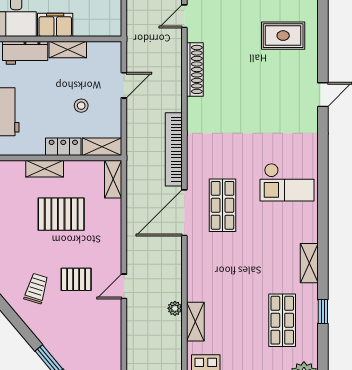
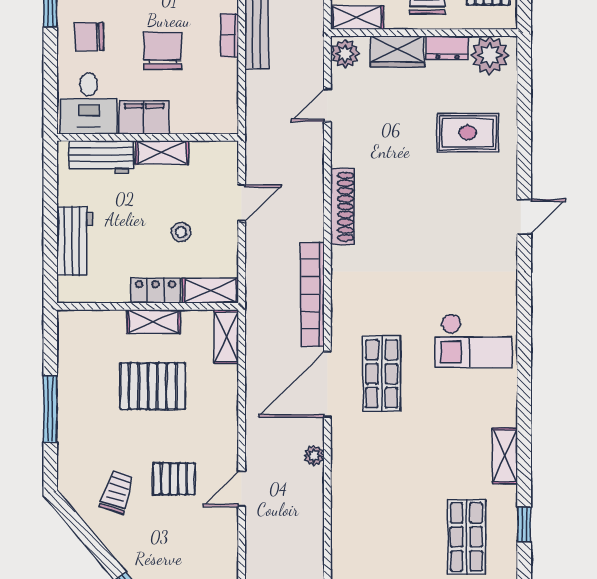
shoe rack: (195, 69) -> (342, 207), moved
shelving: (45, 169) -> (154, 322), moved
plant: (175, 308) -> (314, 456), moved
shelving: (195, 322) -> (343, 539), removed

